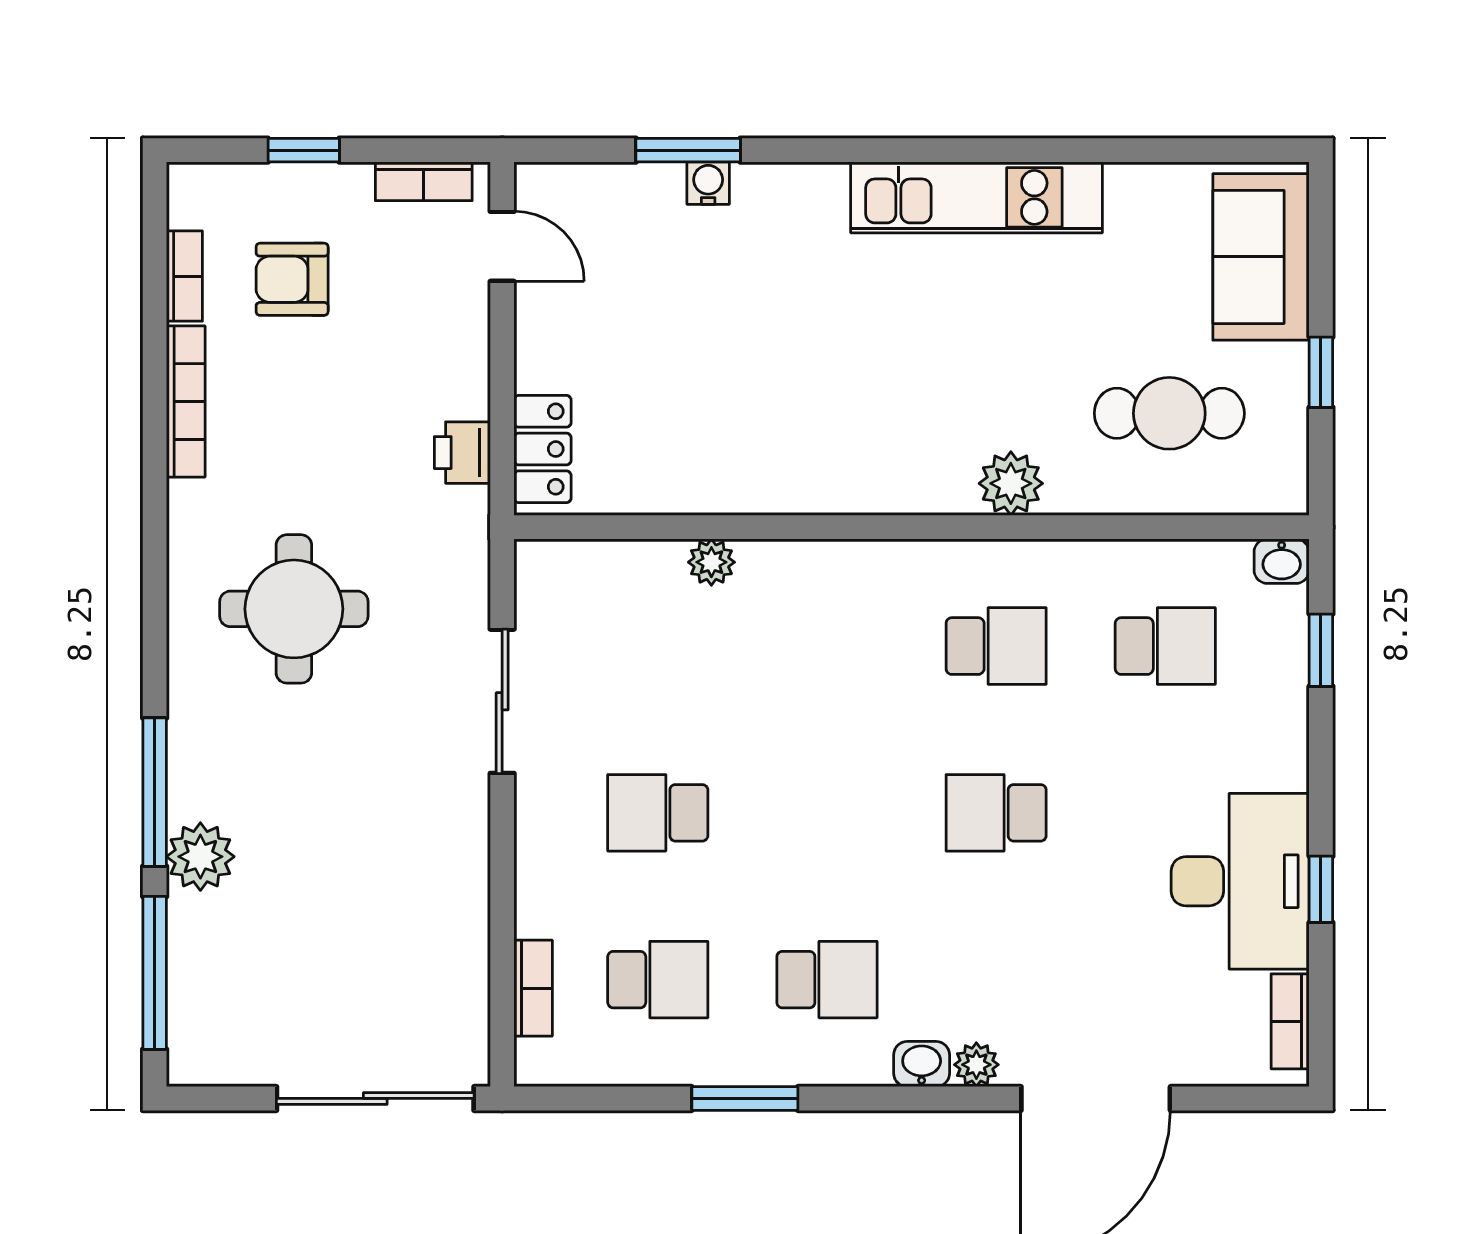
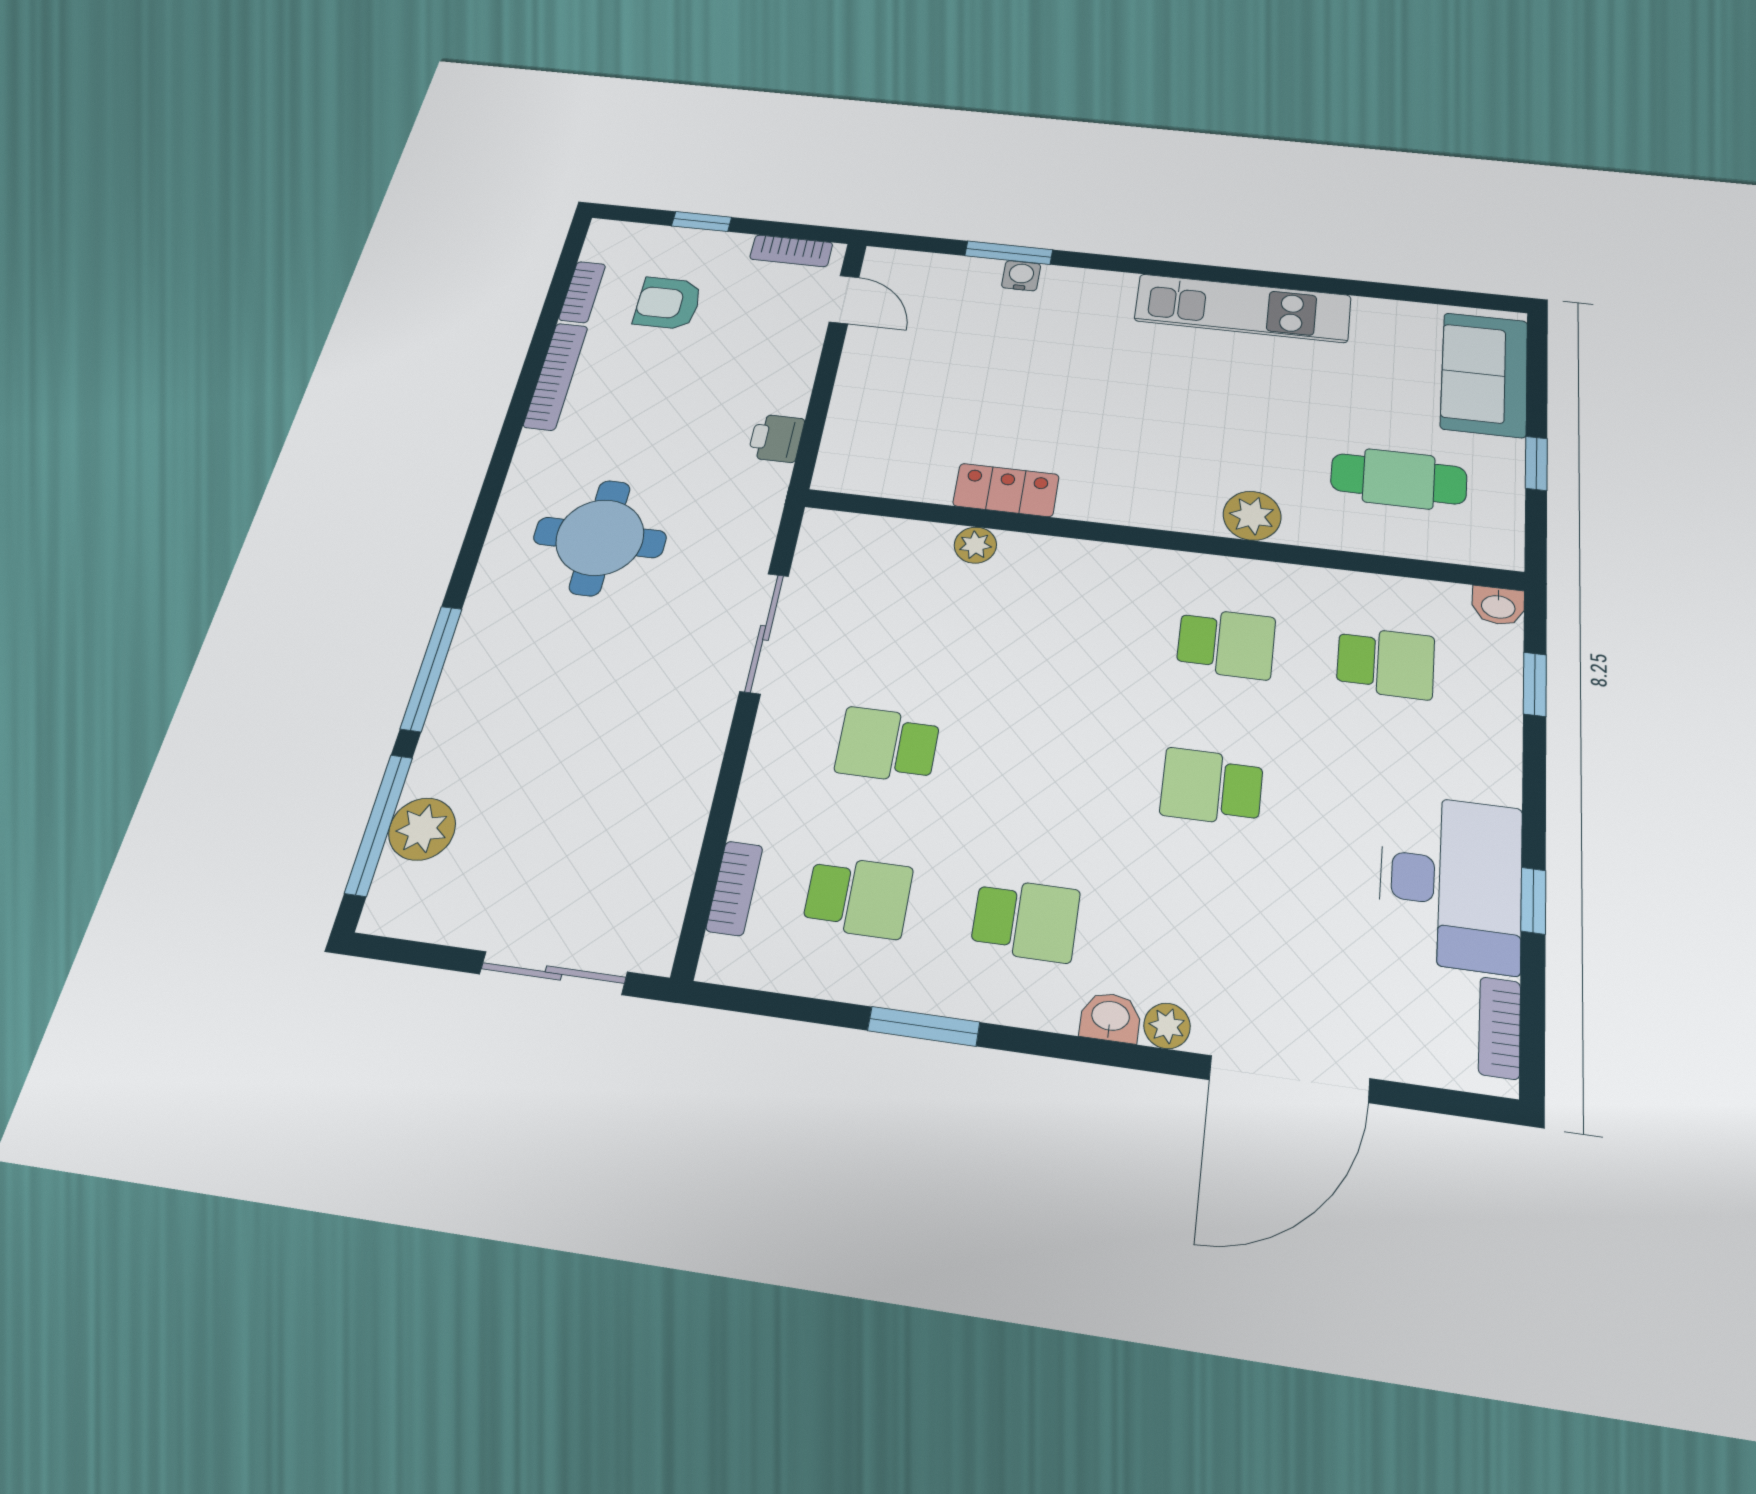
locker: (543, 449) -> (1006, 490), moved, turned -90
plant: (200, 857) -> (422, 829), moved
sliding door: (375, 1098) -> (553, 973), width x0.73

